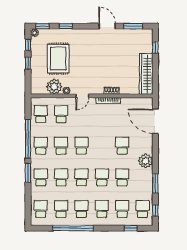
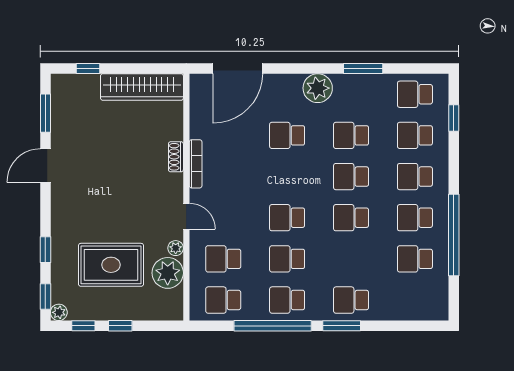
school desk: (61, 177) -> (351, 259), removed
school desk: (41, 209) -> (415, 300), removed
window: (155, 211) -> (418, 68), removed

